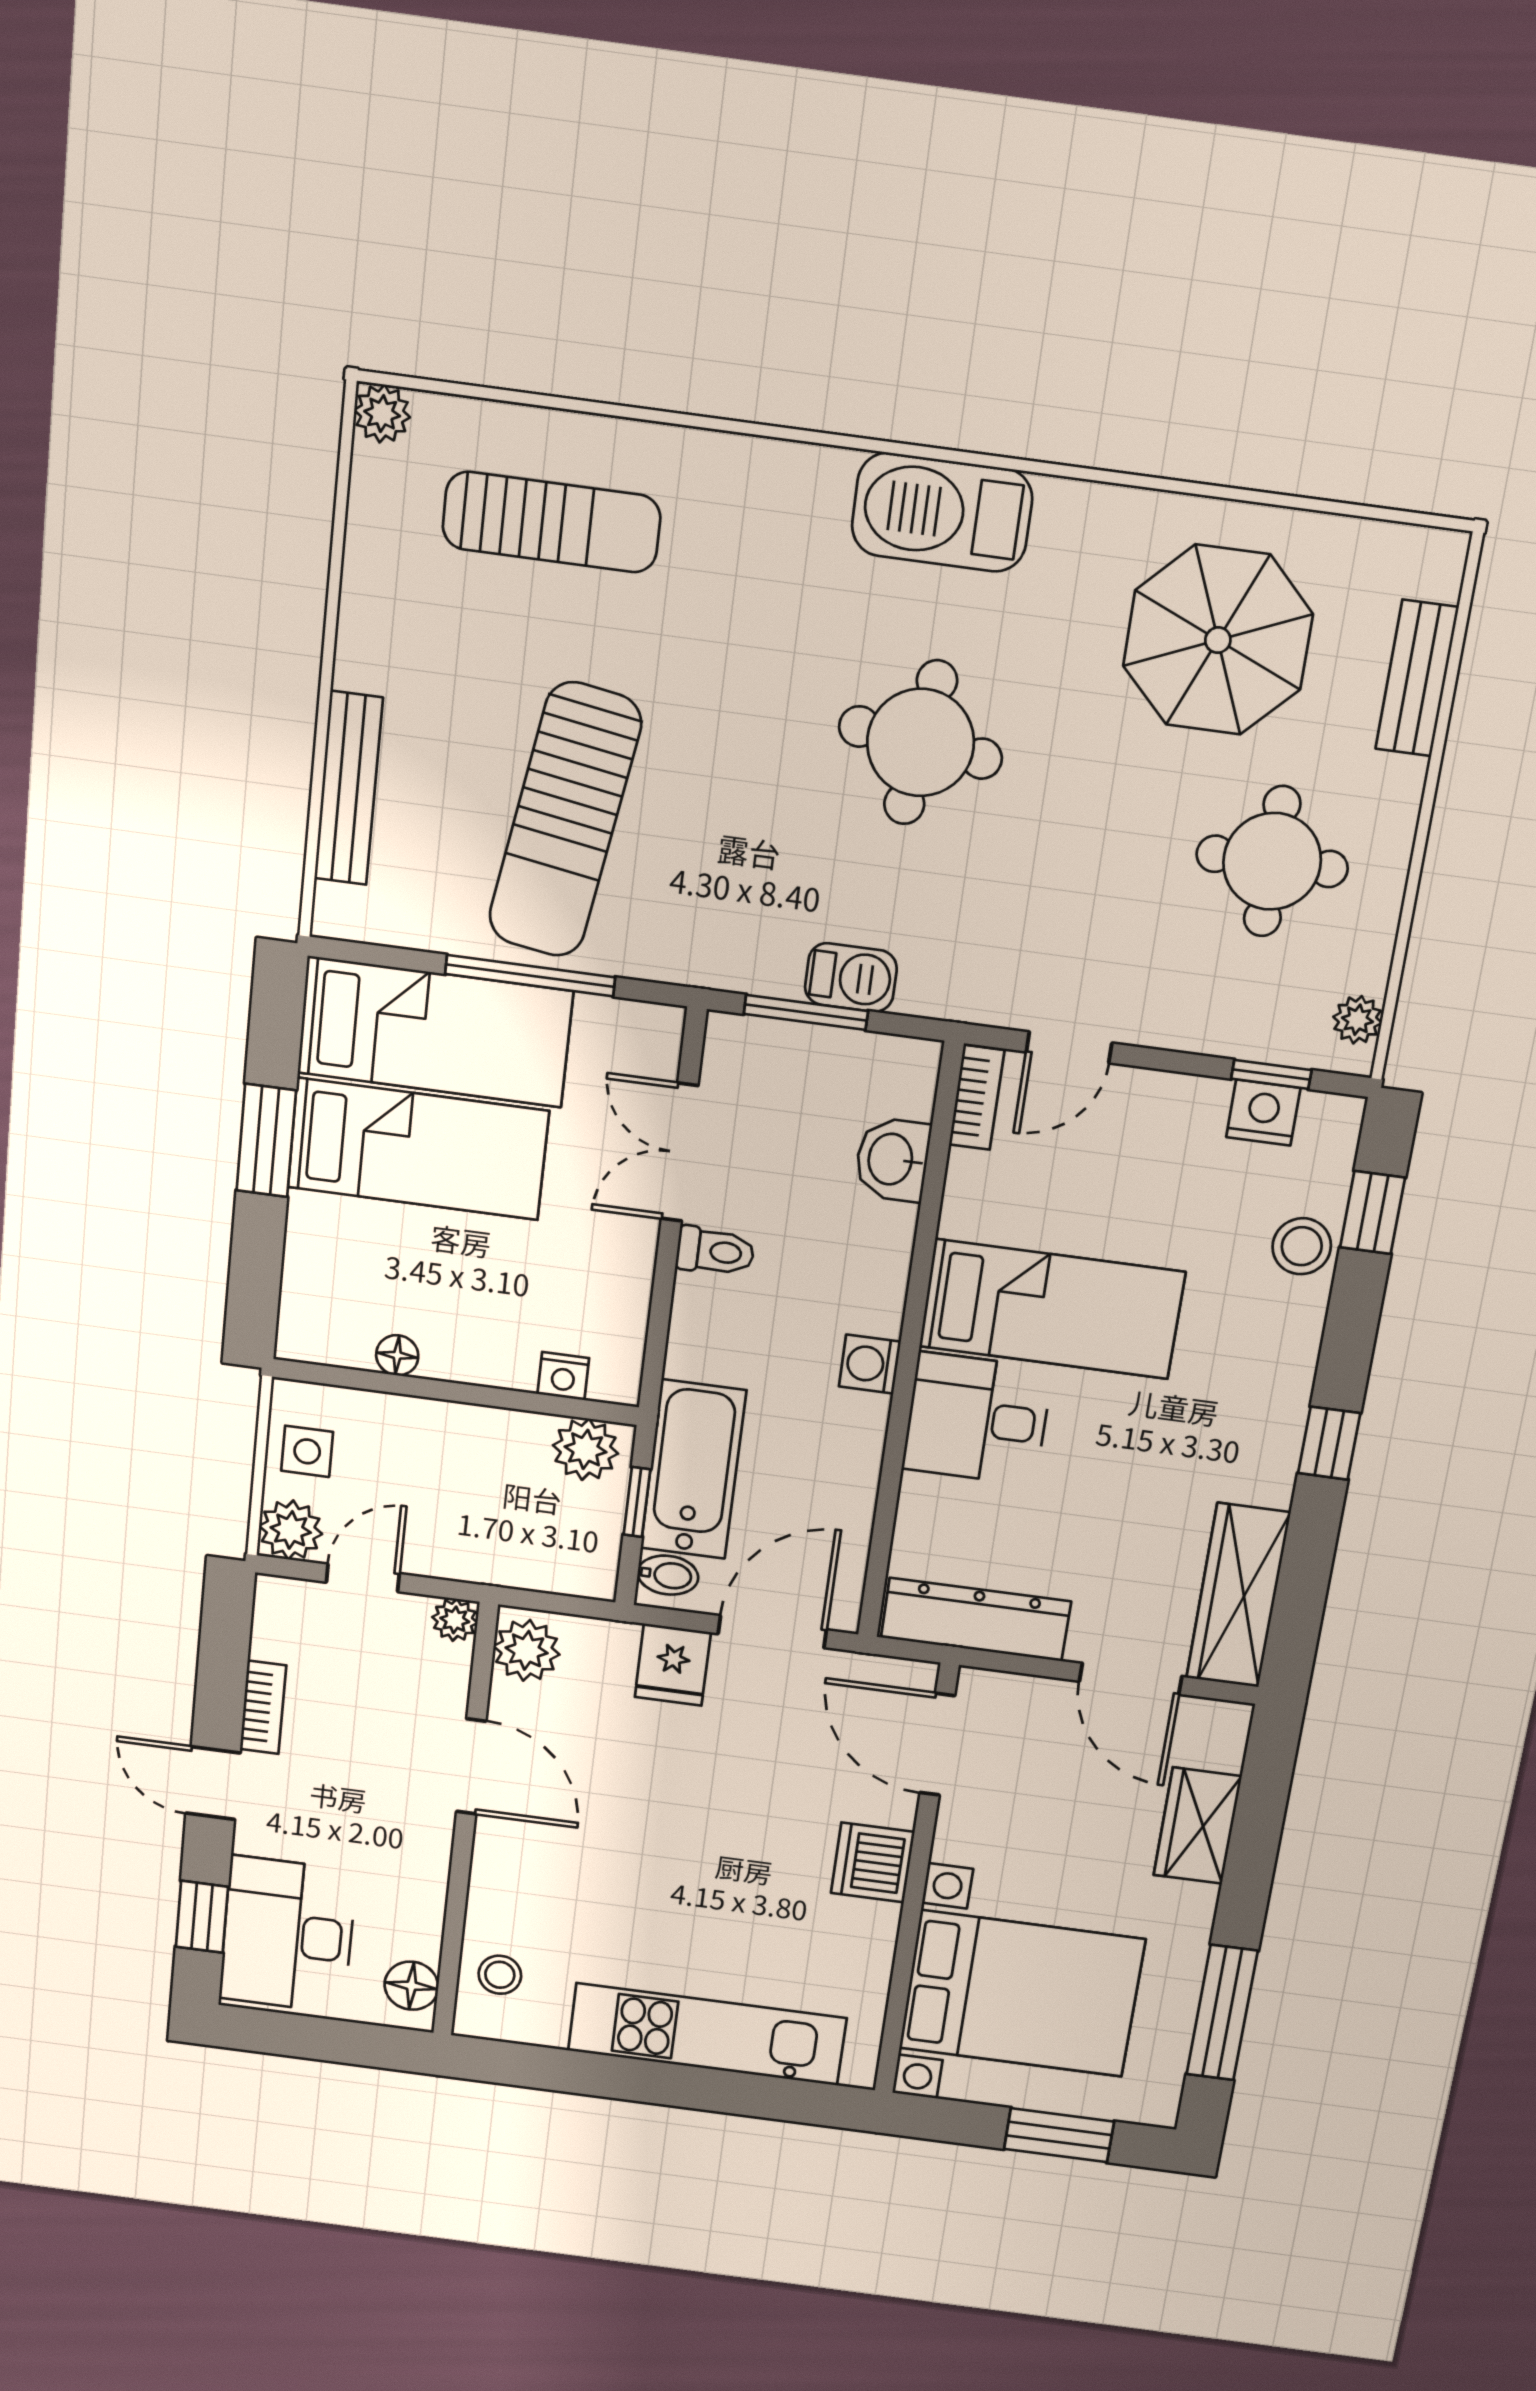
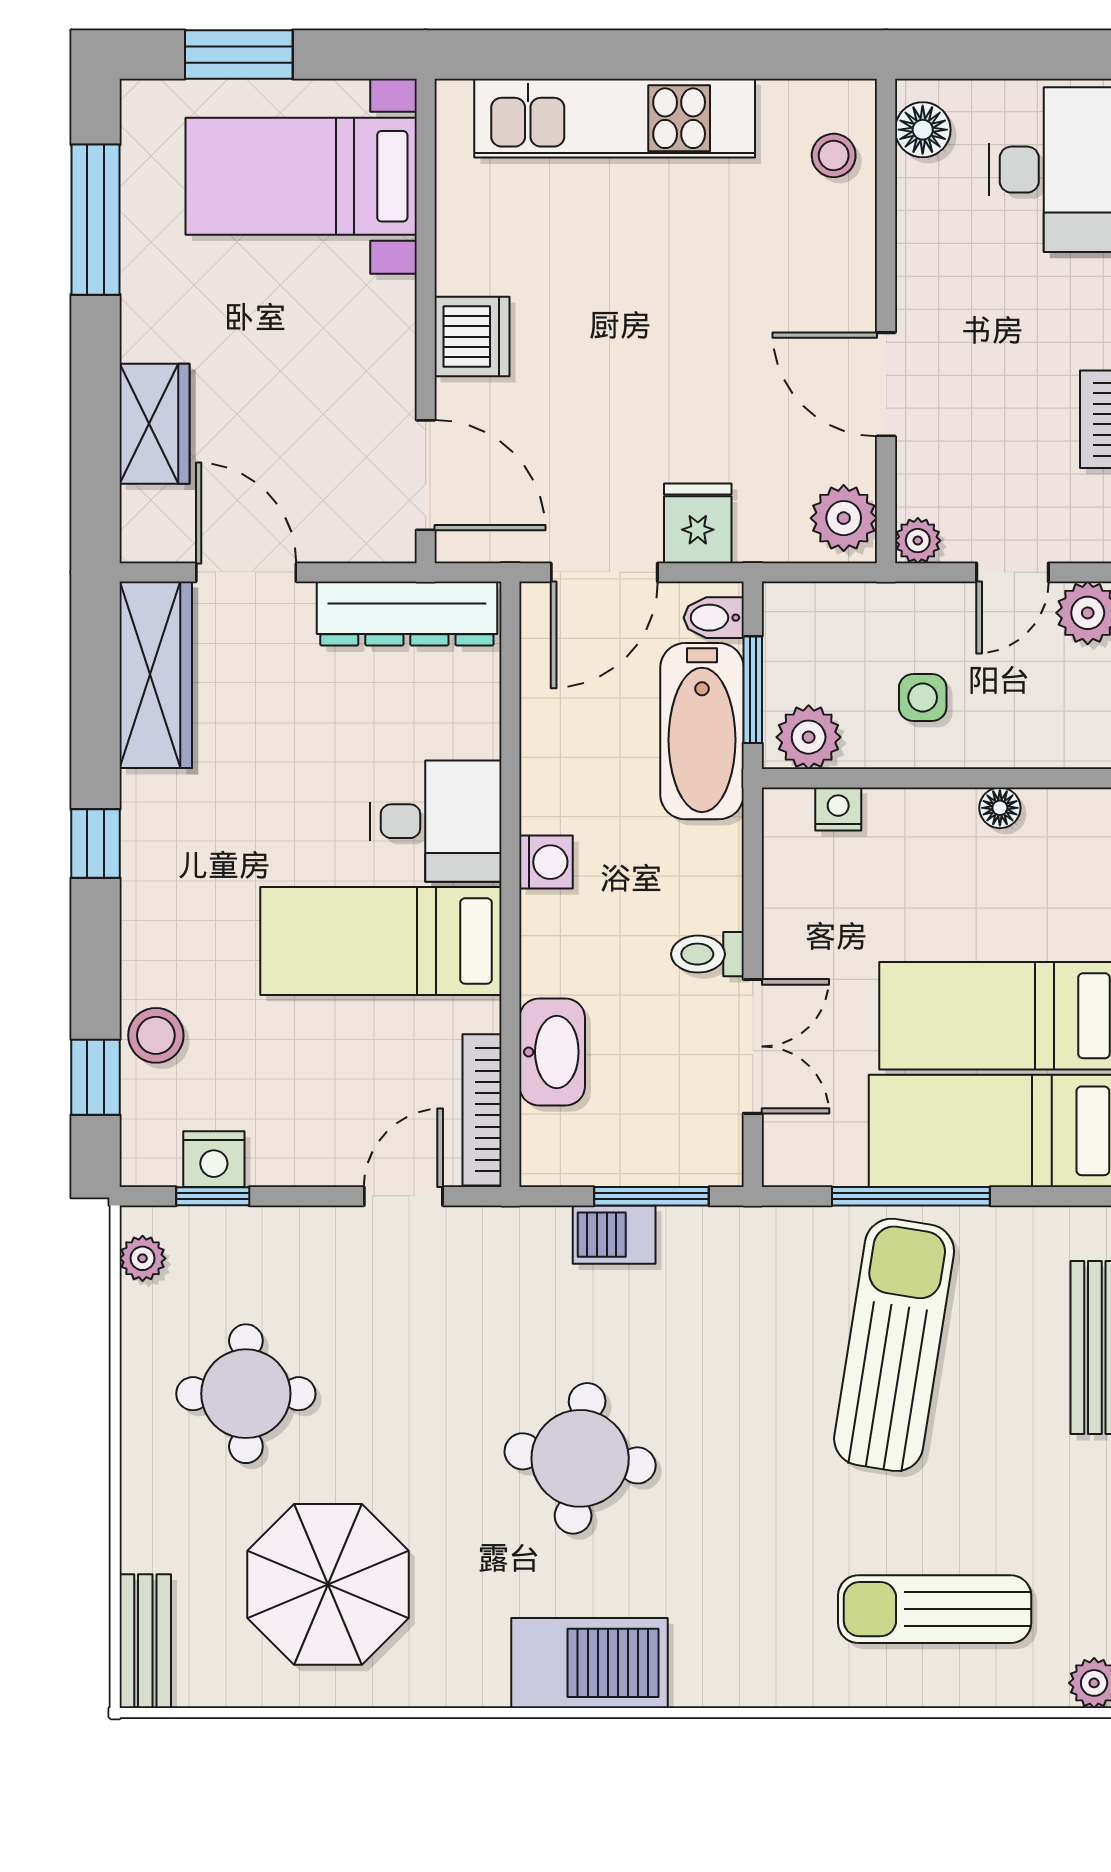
bench: (1417, 678) -> (145, 1641), moved
bookcase: (977, 1097) -> (482, 1110), width x1.56
washbasin: (892, 1159) -> (552, 1052), width x1.38
side table: (307, 1451) -> (923, 698), moved
window: (637, 1502) -> (753, 690), width x1.50
bed with nightstands: (1022, 1994) -> (301, 176), width x0.73

